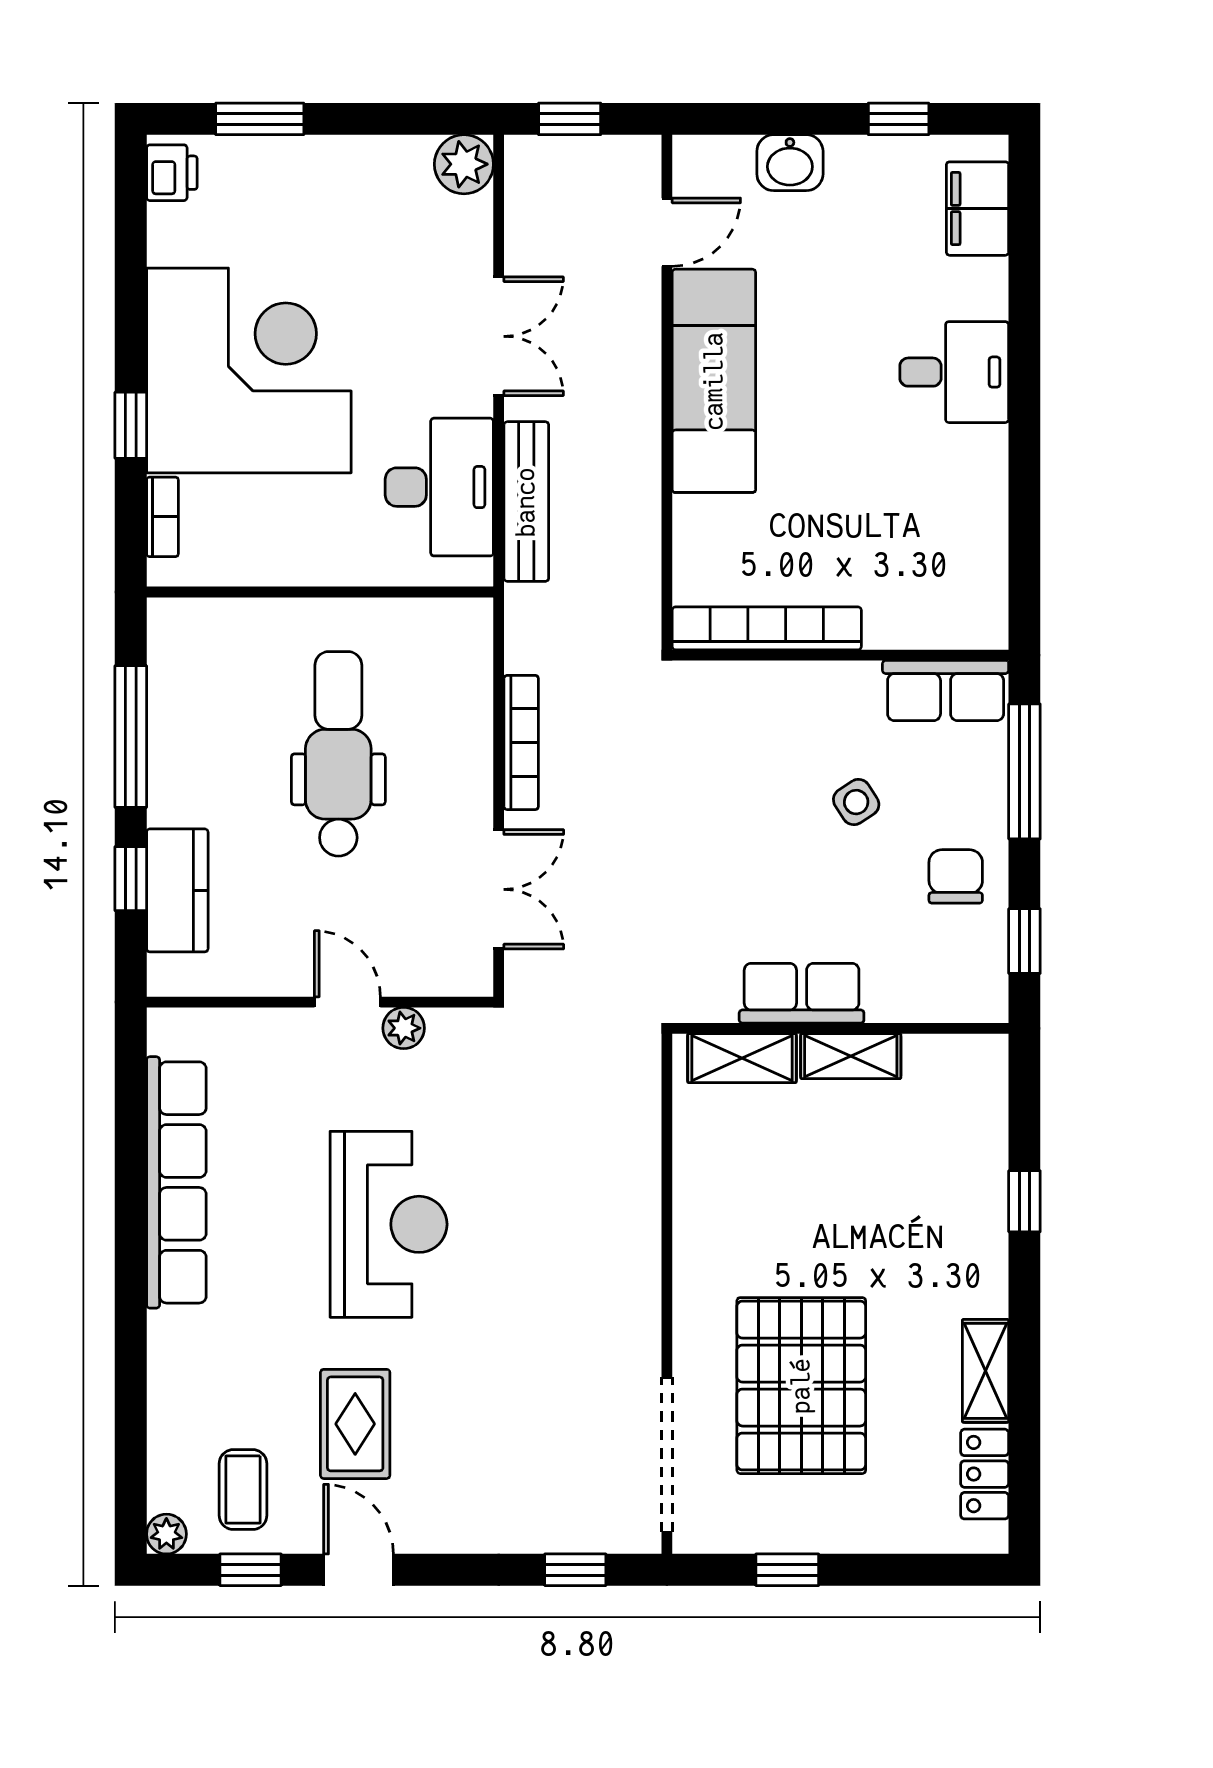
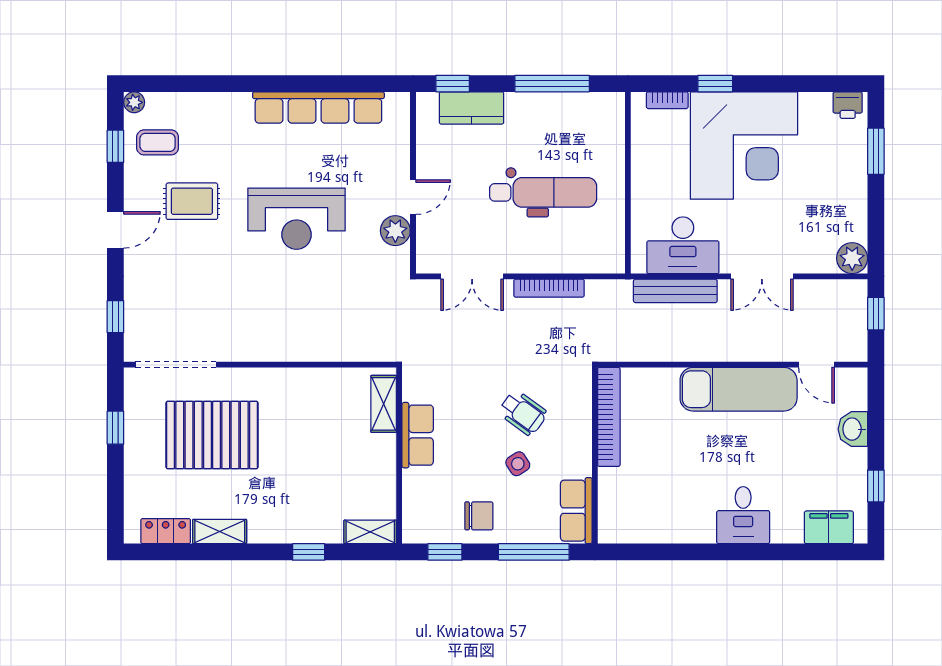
wheelchair: (759, 792) -> (523, 413), added
window: (131, 879) -> (453, 84), moved
plant: (404, 1028) -> (395, 231), width x1.38, depth x1.38
shelving: (851, 1056) -> (370, 532), moved, turned 90
door: (359, 1570) -> (115, 230), moved

